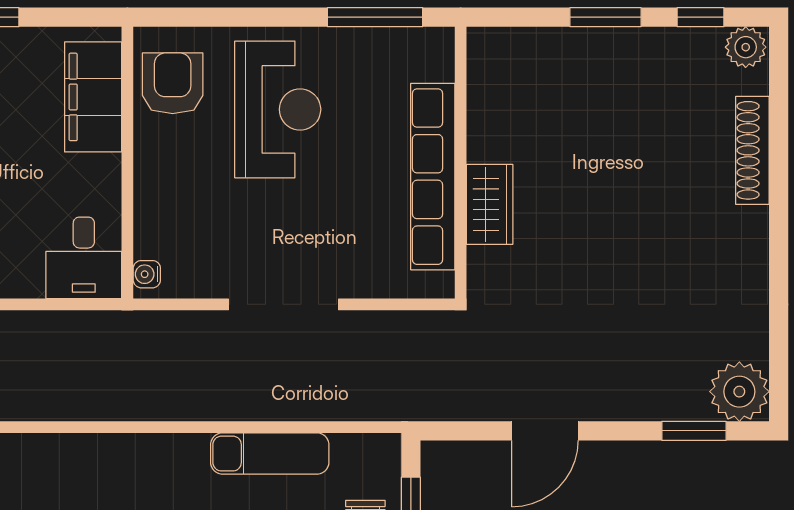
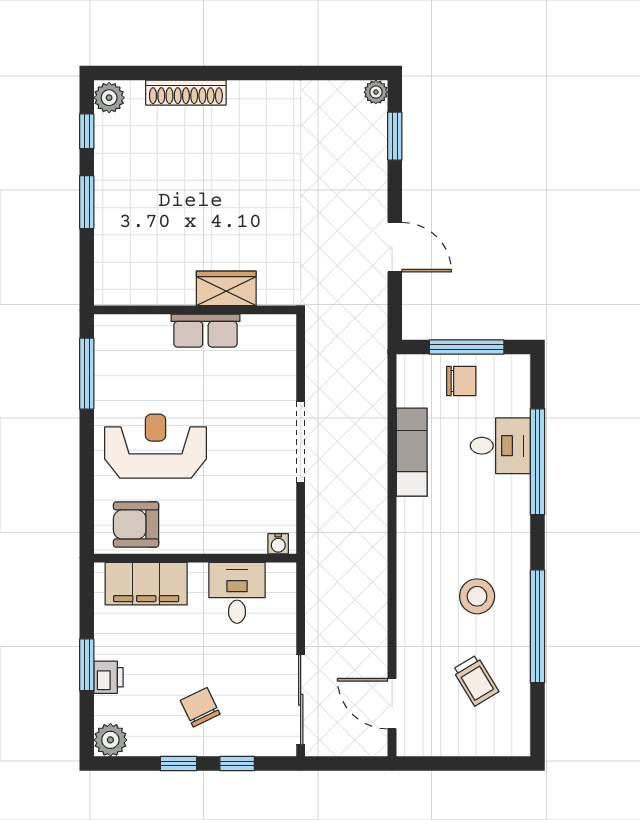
row of seats: (433, 177) -> (205, 331), width x0.50
desk: (84, 258) -> (237, 593), moved, turned -90
plant: (739, 392) -> (376, 92), width x0.53, depth x0.53

